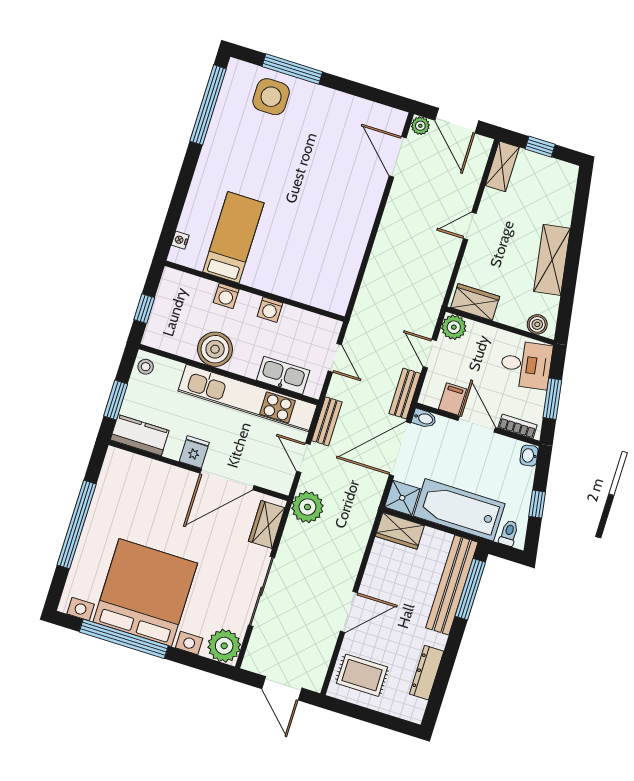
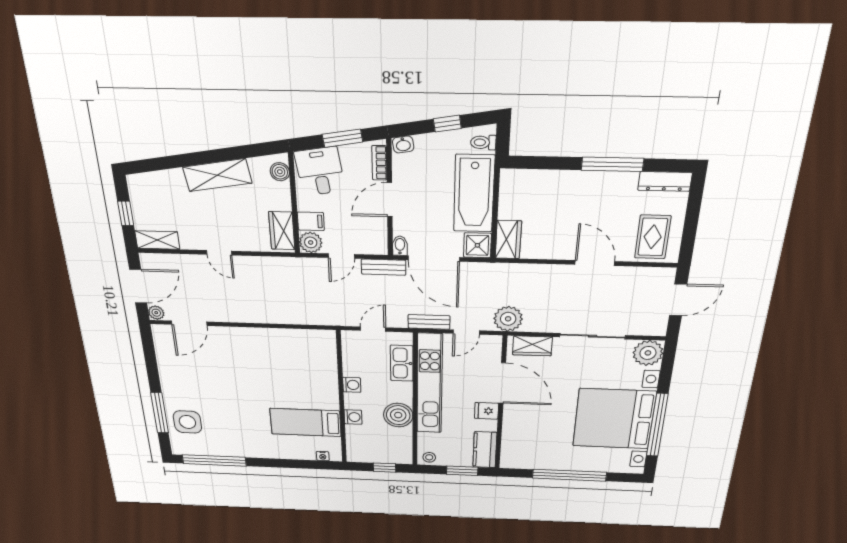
filing cabinet: (452, 399) -> (311, 221), moved, turned 180
bench: (452, 585) -> (548, 181), removed
window: (470, 589) -> (612, 164), moved
dresser: (427, 673) -> (665, 181), moved

